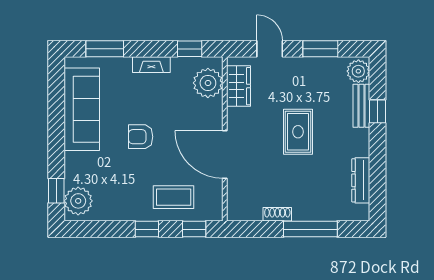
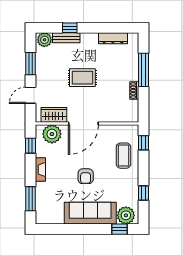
sofa: (82, 109) -> (90, 213), moved
door: (225, 155) -> (83, 123), moved
window: (147, 229) -> (143, 193), moved

